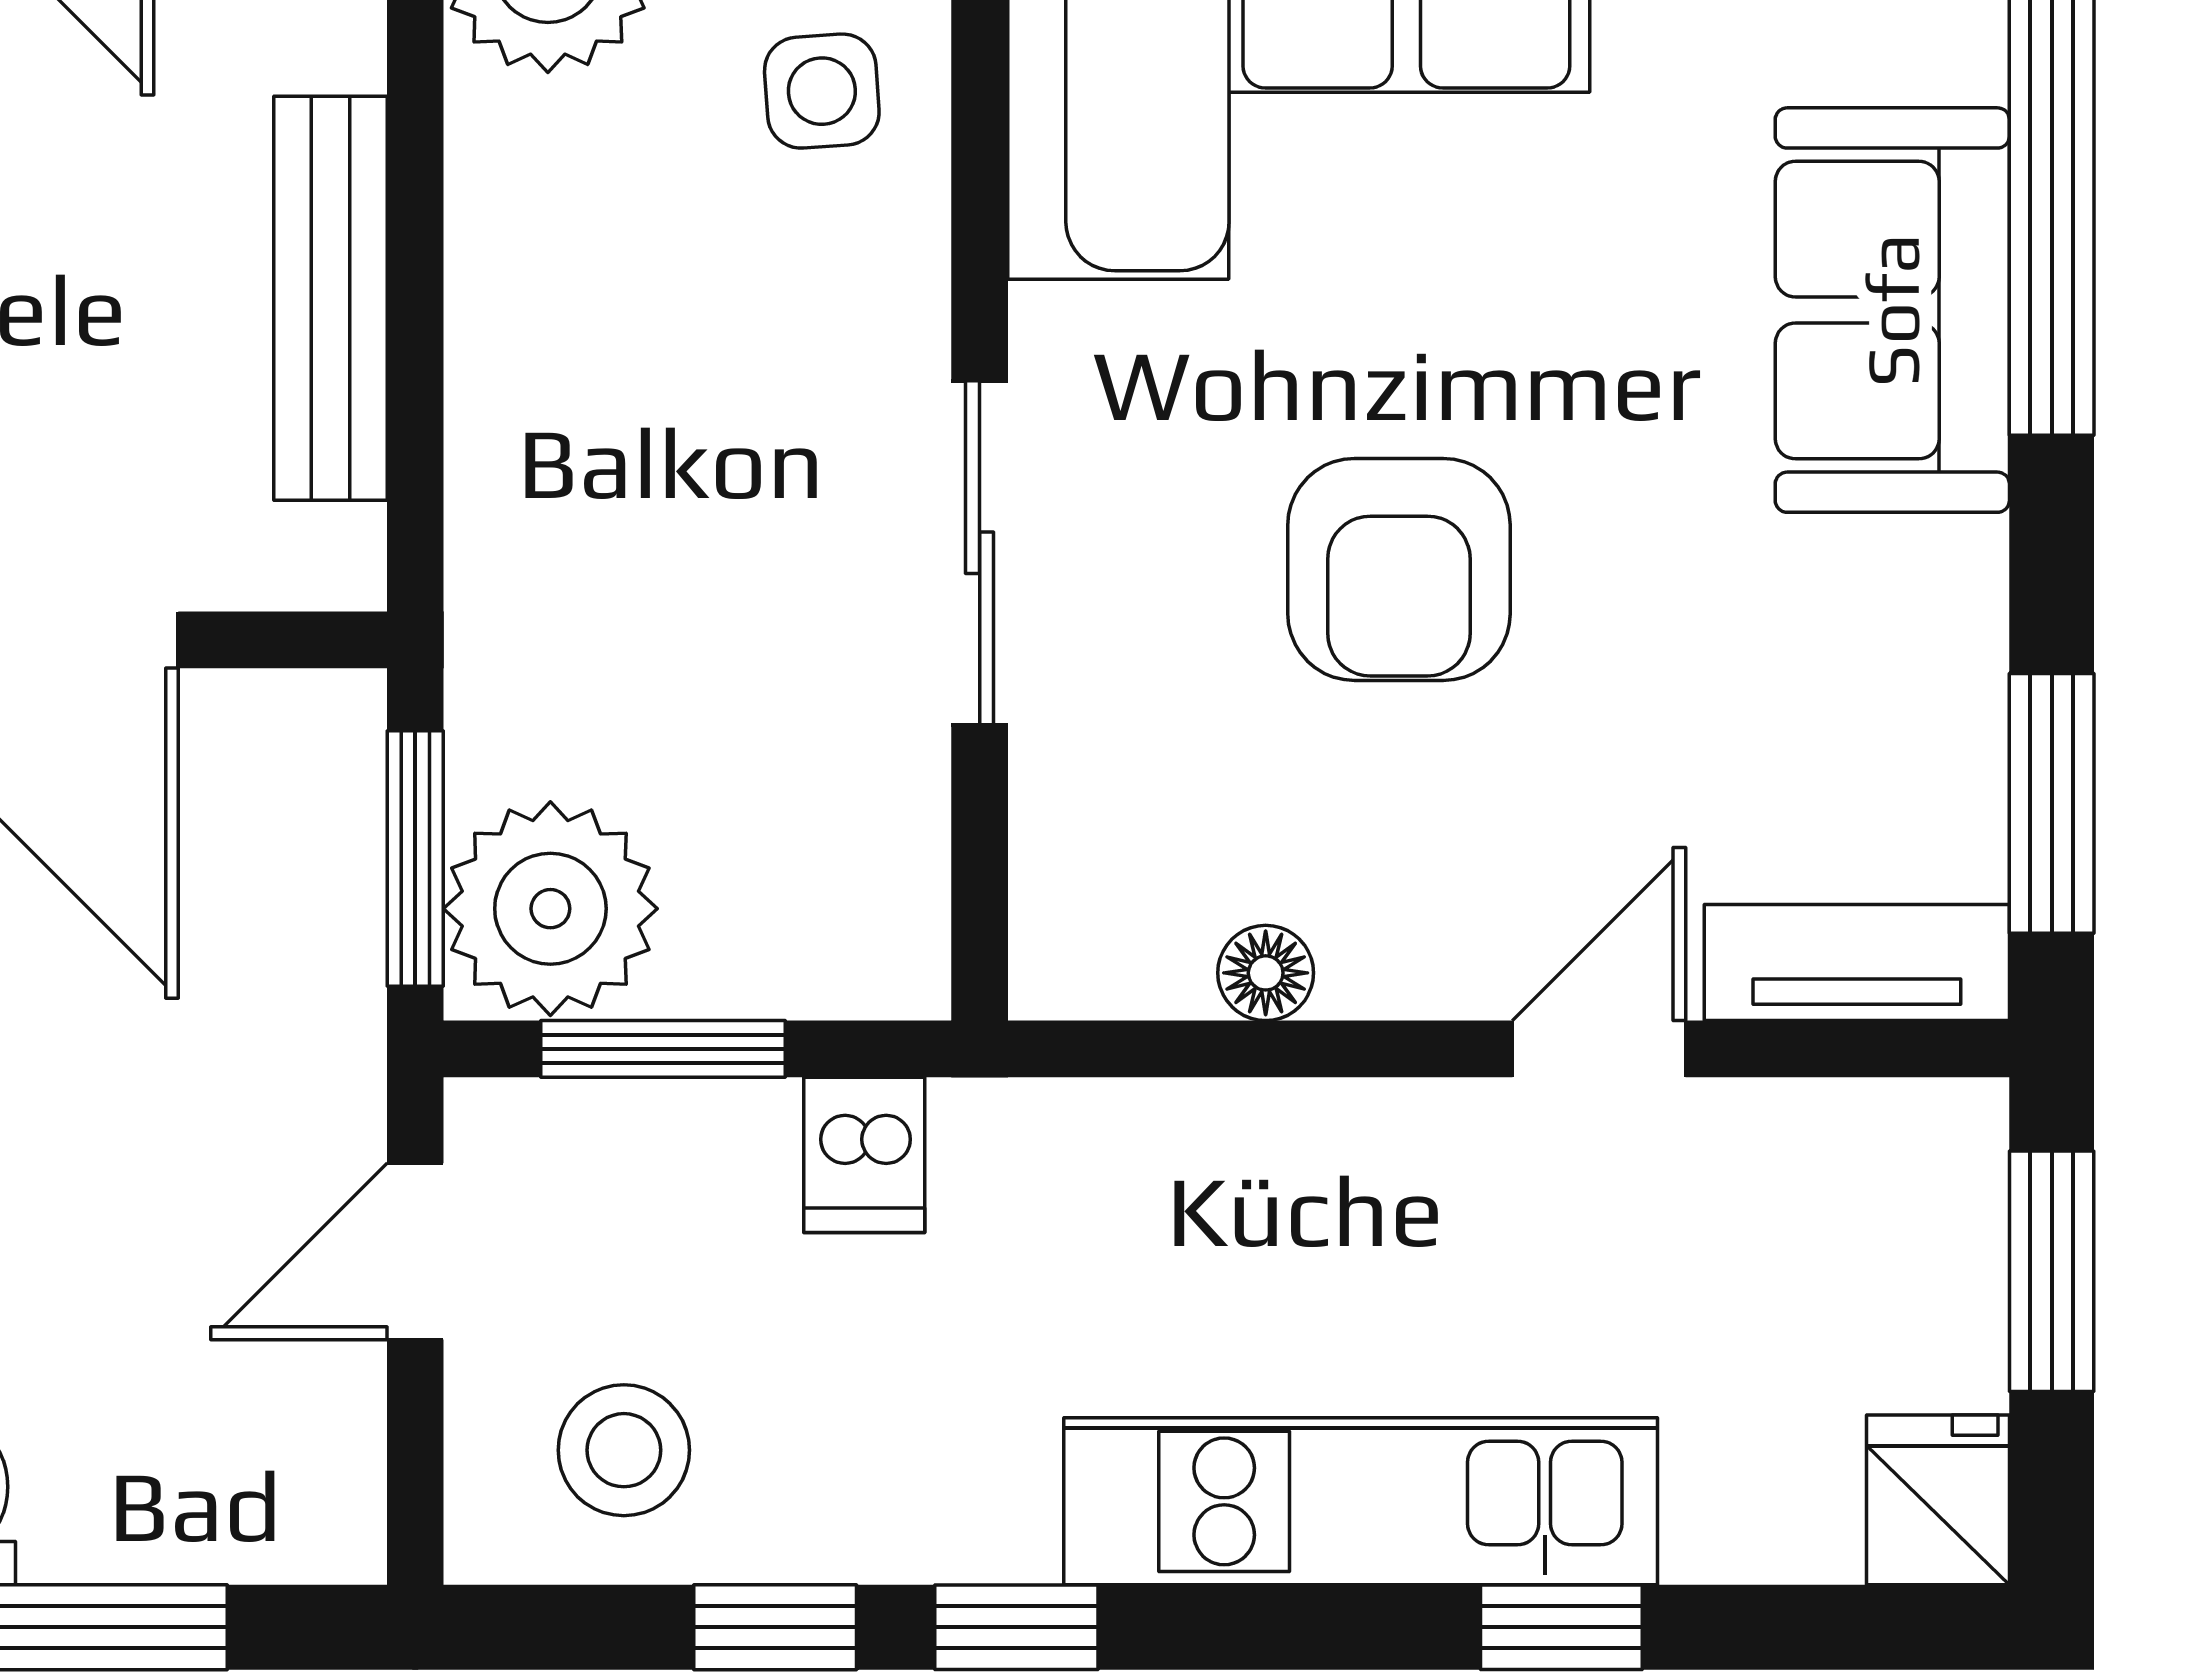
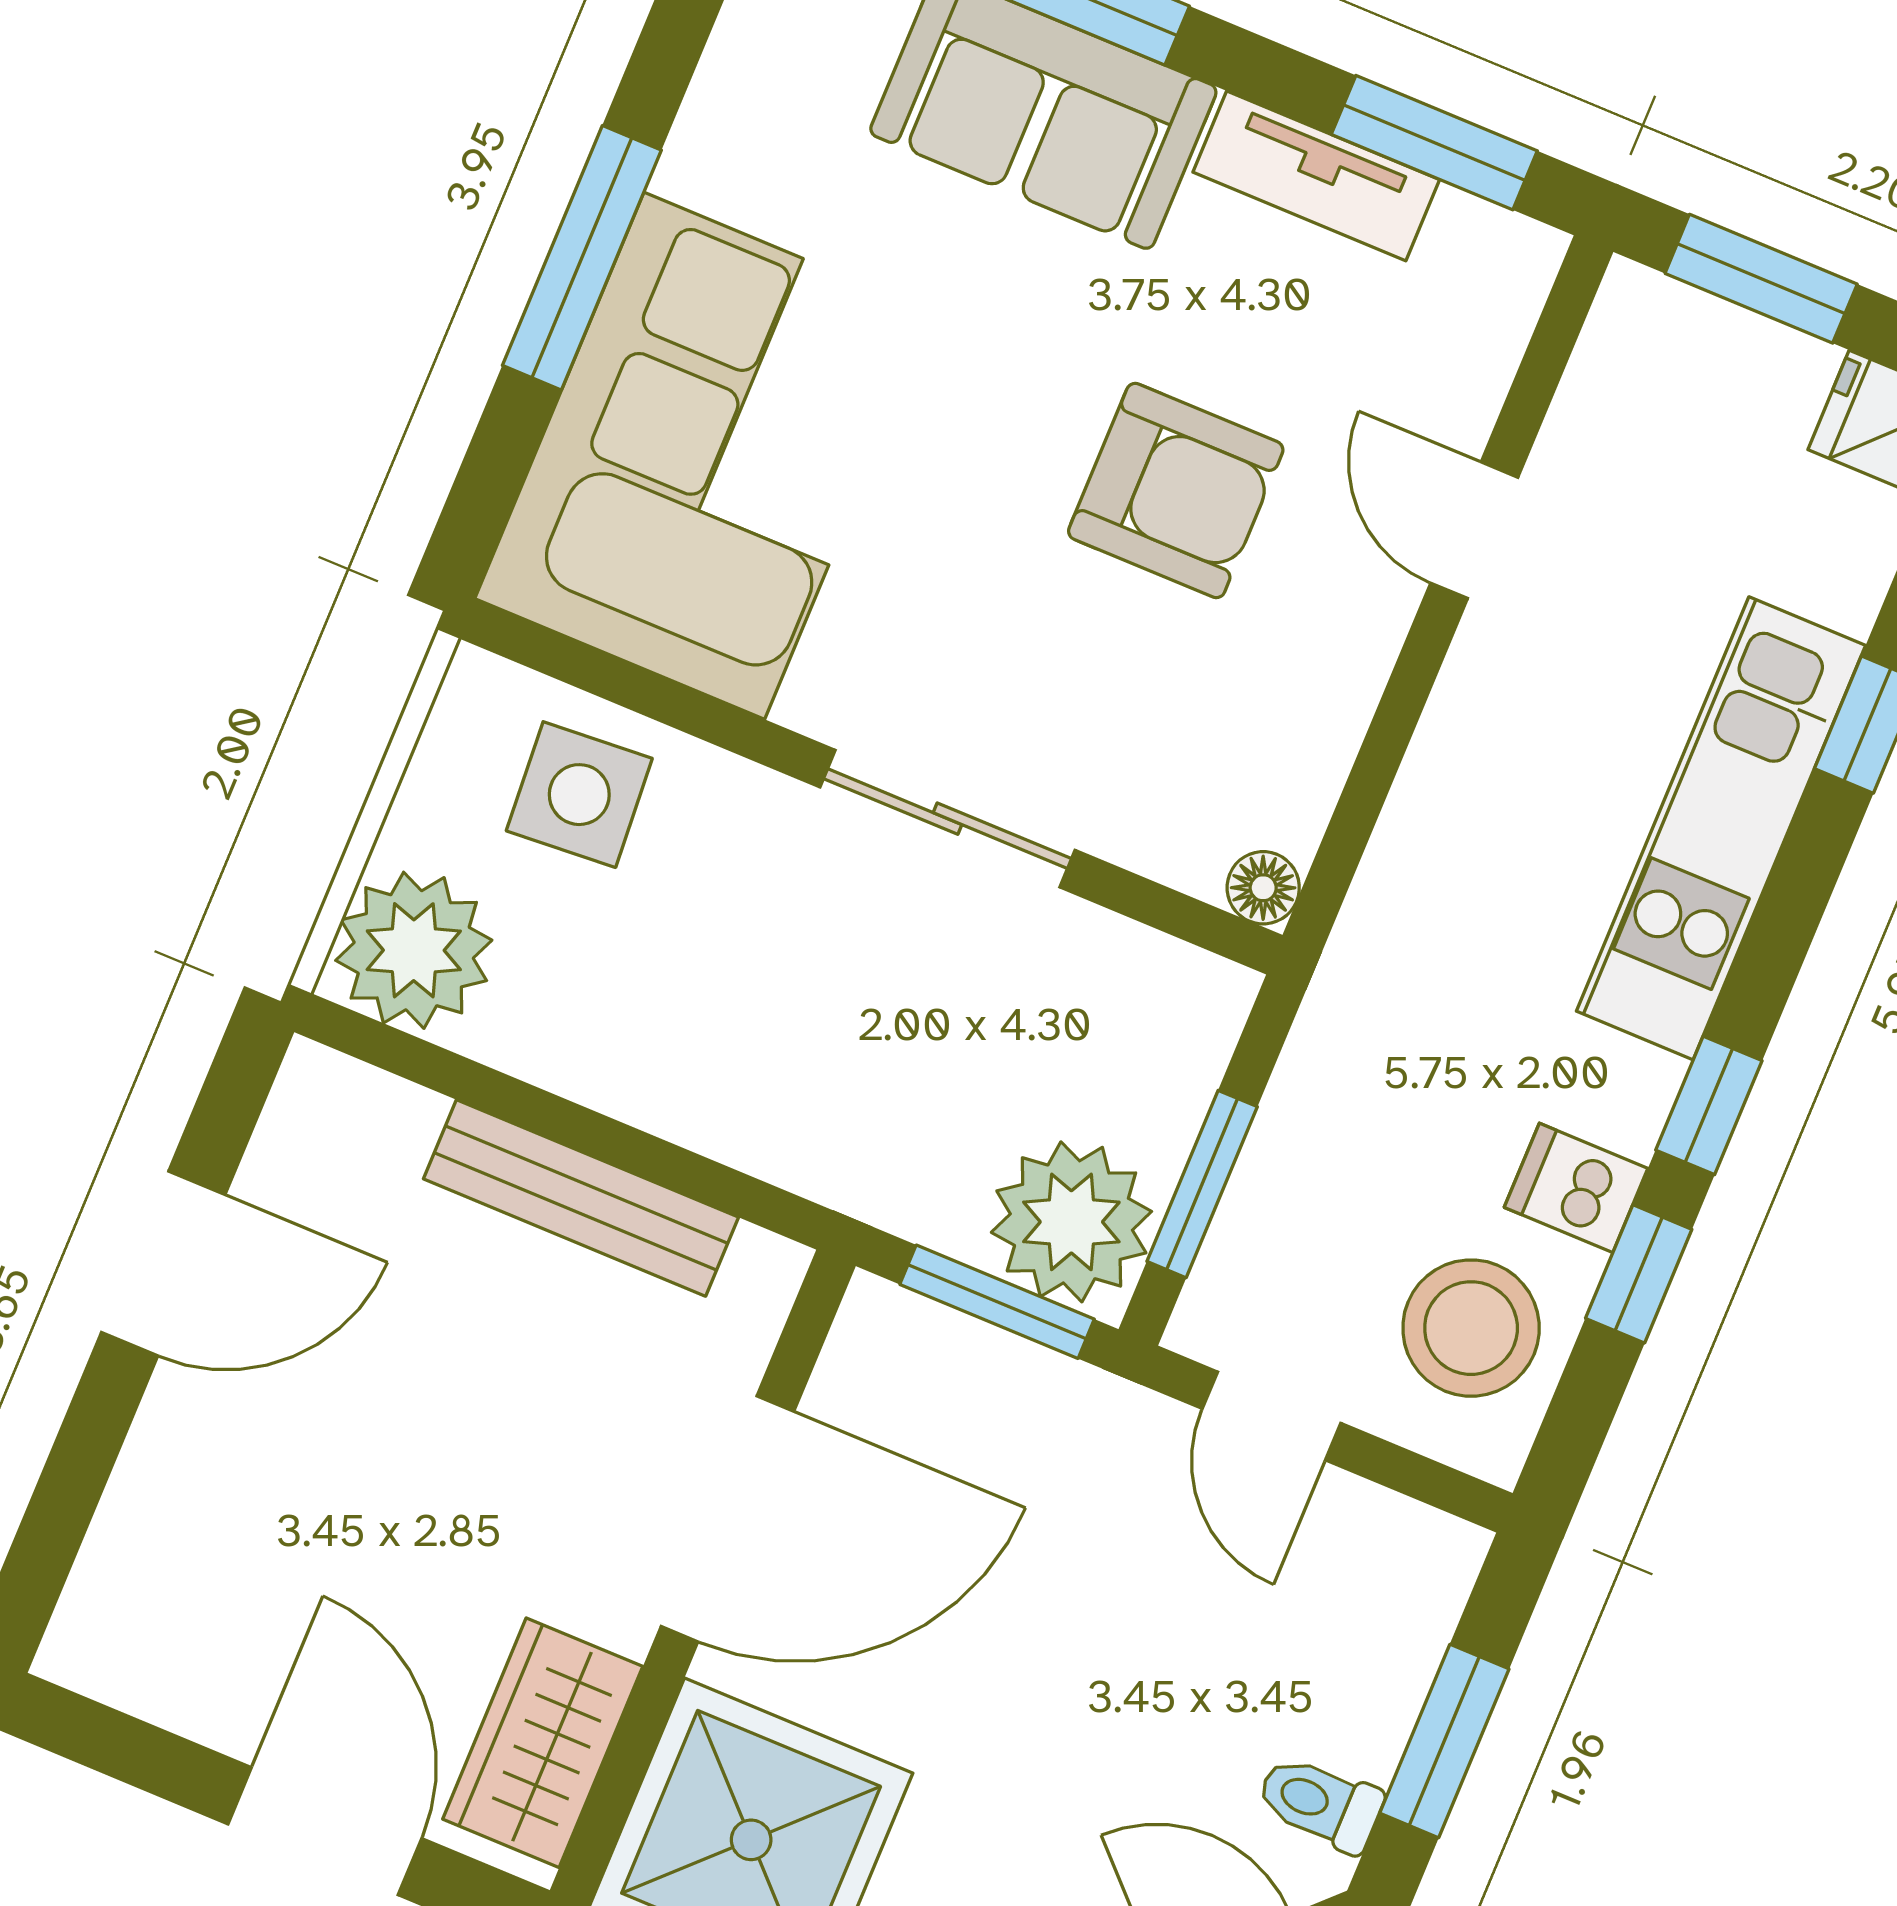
side table: (822, 91) -> (579, 795), width x1.37, depth x1.37
armchair: (1399, 569) -> (1176, 491), moved
tv unit: (1857, 962) -> (1316, 176), moved, turned -90
floor lamp: (1266, 973) -> (1263, 888), moved
dishwasher: (864, 1155) -> (1576, 1188), moved, turned 180
stool: (624, 1450) -> (1471, 1328), width x1.38, depth x1.38

